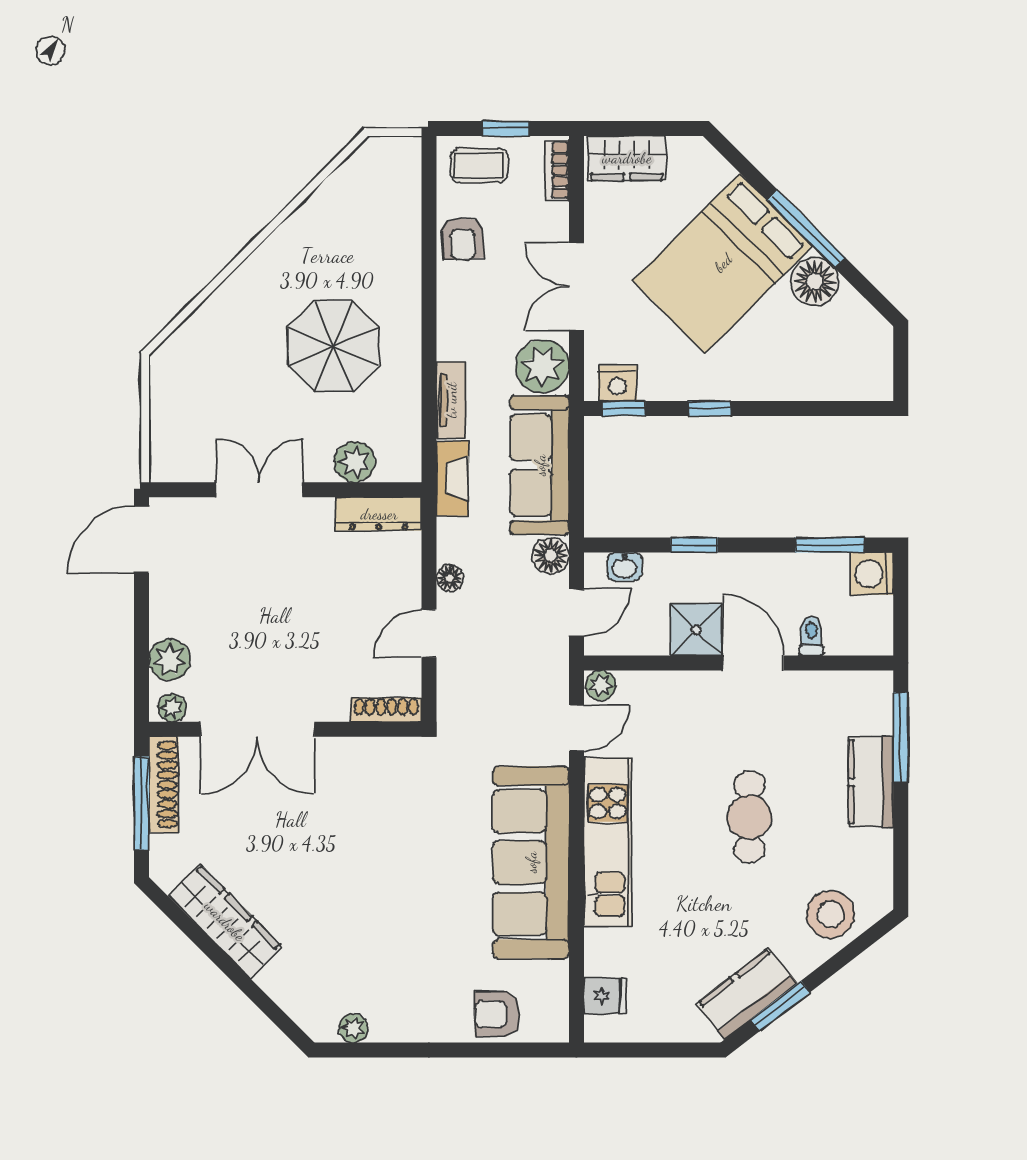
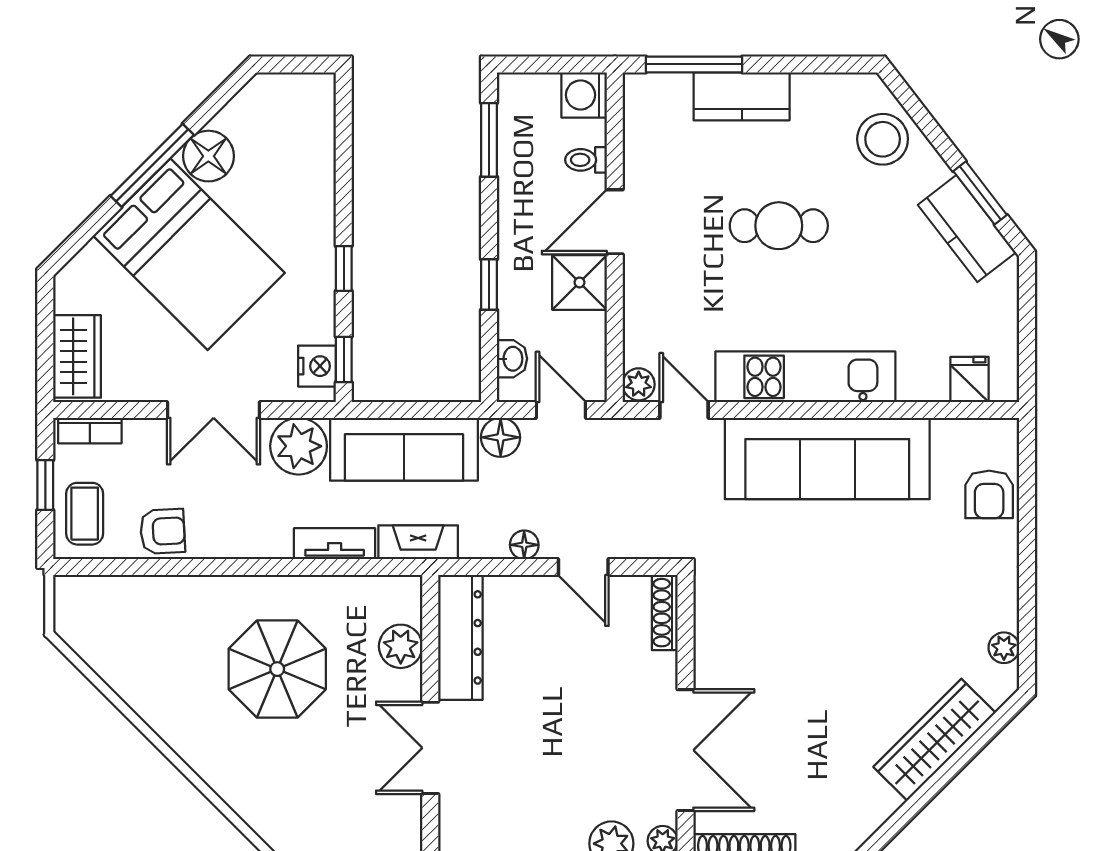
dresser: (379, 514) -> (460, 637), width x1.37, depth x1.24
washing machine: (872, 574) -> (584, 95), moved, turned 90
wardrobe: (225, 921) -> (934, 740), moved

